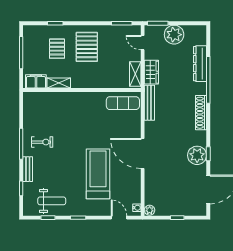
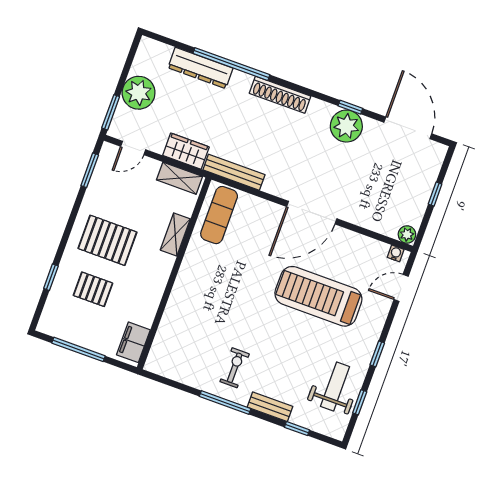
shelving: (59, 83) -> (175, 234), moved

